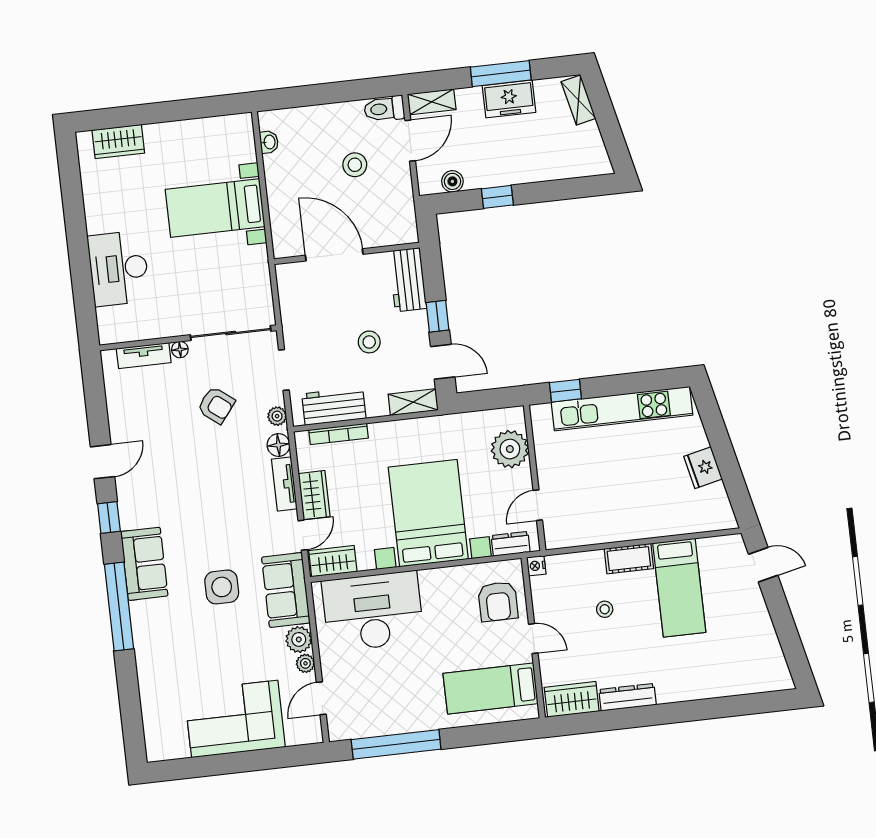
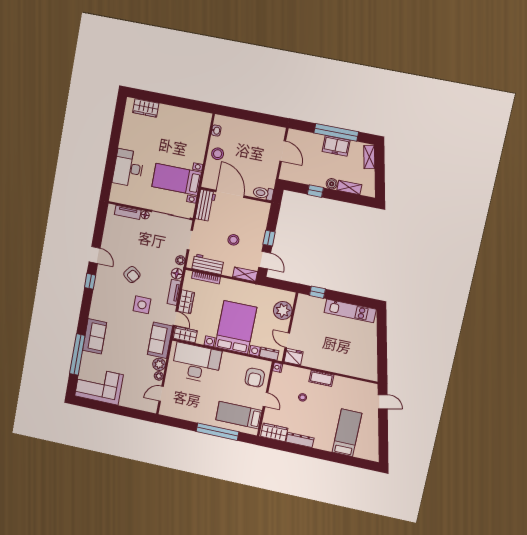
window: (501, 74) -> (336, 132), width x1.46
shelving: (432, 102) -> (349, 187), moved
toilet: (384, 109) -> (263, 193), moved
door: (410, 141) -> (283, 151), hinge flipped
stool: (355, 165) -> (218, 154), moved
boiler: (452, 181) -> (332, 184), moved
bed with nightstands: (215, 208) -> (177, 179), moved
workbench: (408, 280) -> (205, 205), moved, turned 180
armchair: (216, 405) -> (132, 275), moved
kitchen unit: (622, 409) -> (350, 311), width x0.73
door: (103, 462) -> (95, 255), hinge flipped
fridge: (703, 468) -> (294, 357), moved, turned 103
door: (538, 505) -> (287, 340), hinge flipped
door: (303, 535) -> (175, 318), hinge flipped
sofa: (144, 564) -> (95, 336), moved
side table: (222, 587) -> (142, 305), moved
bed: (679, 588) -> (347, 433), moved, turned 180
window: (119, 606) -> (77, 355), moved
corner sofa: (235, 719) -> (99, 385), moved
window: (396, 744) -> (217, 432), moved

